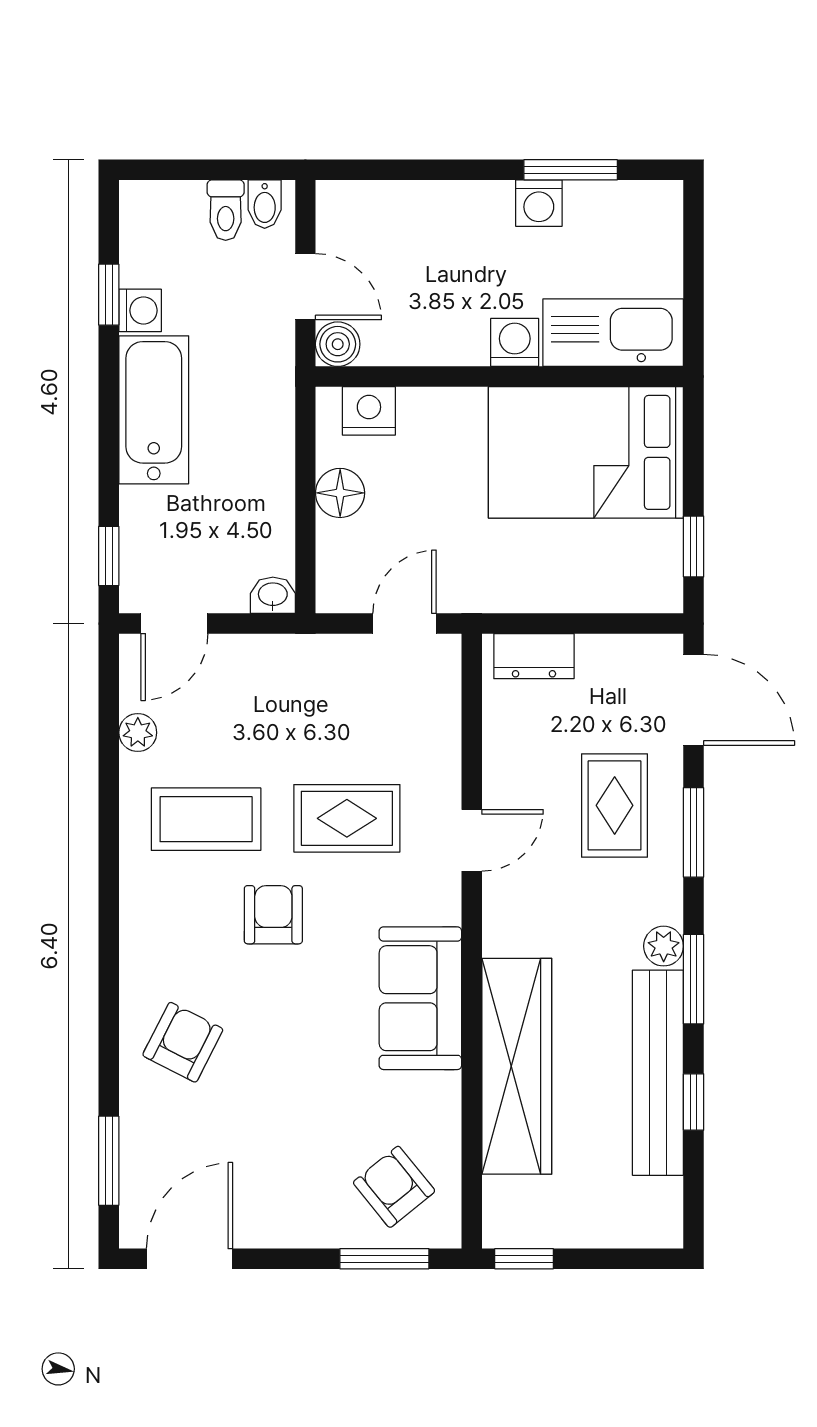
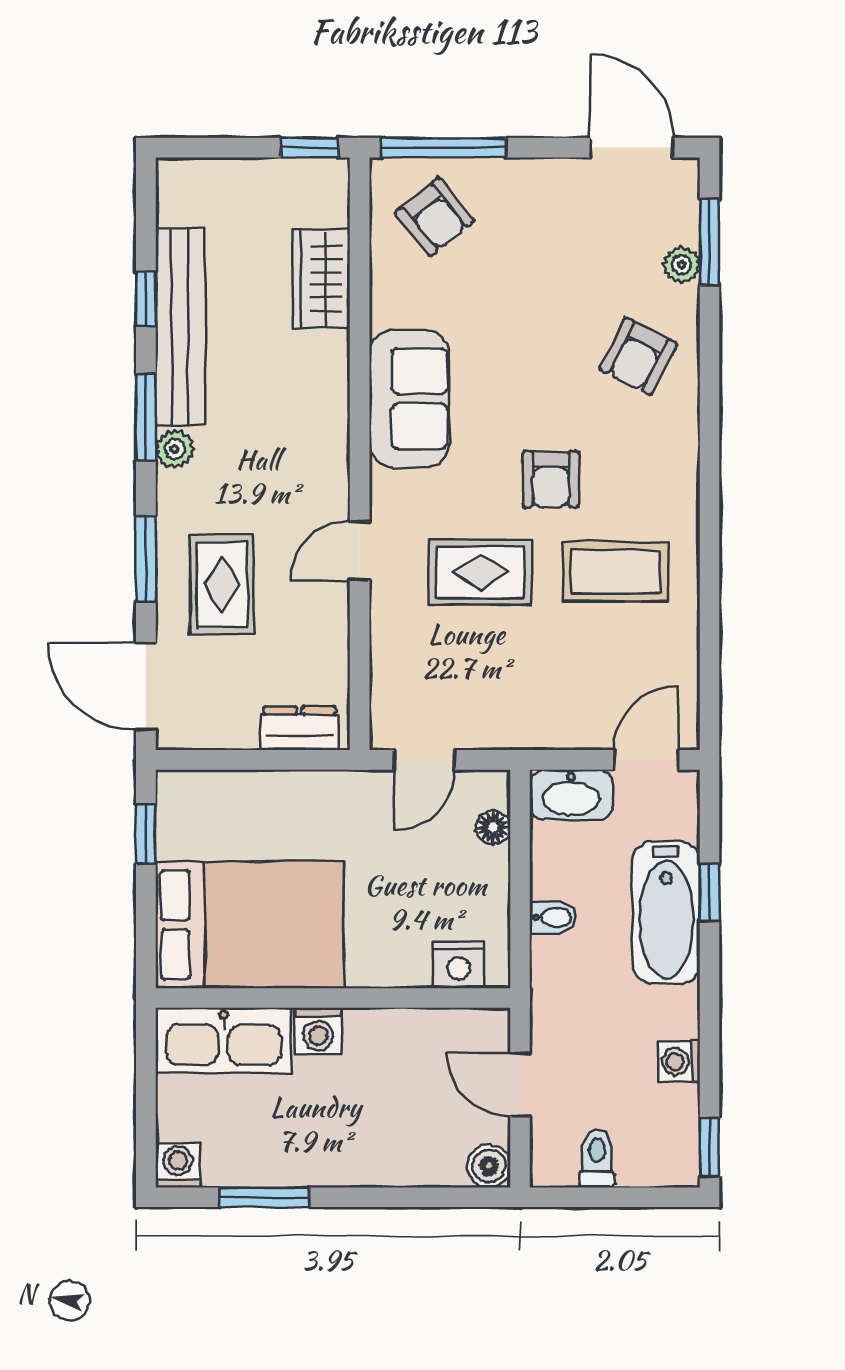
washing machine: (539, 203) -> (178, 1165), moved
bidet: (265, 204) -> (553, 918), moved, turned 90
window: (109, 295) -> (710, 1147), moved
boiler: (338, 344) -> (489, 1166), moved
bathtub: (154, 410) -> (666, 913), moved
floor lamp: (340, 493) -> (493, 827), moved, width x0.73, depth x0.73
window: (109, 556) -> (710, 892), moved
washbasin: (273, 595) -> (571, 795), width x1.91, depth x1.45
plant: (138, 733) -> (682, 265), moved
wardrobe: (517, 1066) -> (321, 279), width x0.48, depth x0.85
door: (190, 1259) -> (632, 148), swing flipped
window: (384, 1259) -> (444, 148), width x1.44

